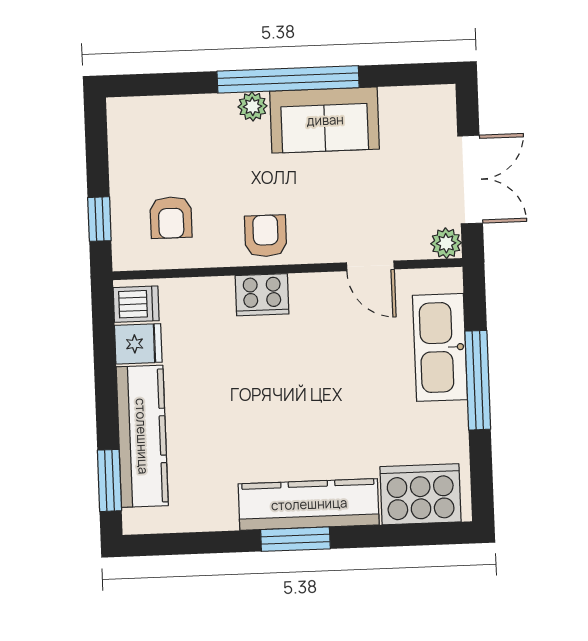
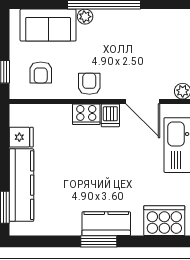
sofa: (325, 120) -> (48, 25), moved
door: (370, 266) -> (143, 101), width x1.38
dishwasher: (136, 304) -> (110, 115), moved, turned 90
kitchen counter: (309, 504) -> (106, 224), width x0.67

